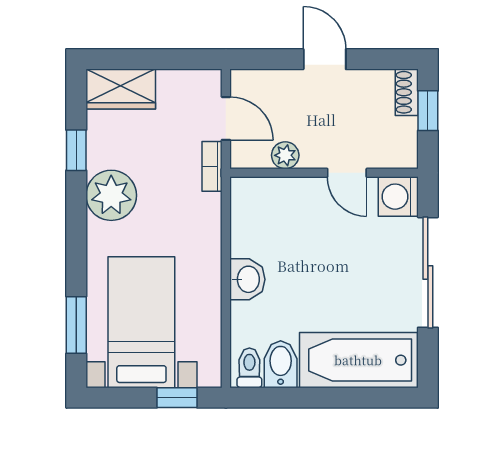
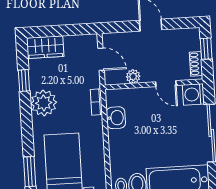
shoe rack: (407, 92) -> (196, 64), moved
bookcase: (212, 166) -> (96, 102), moved
washbasin: (247, 279) -> (116, 118), moved

